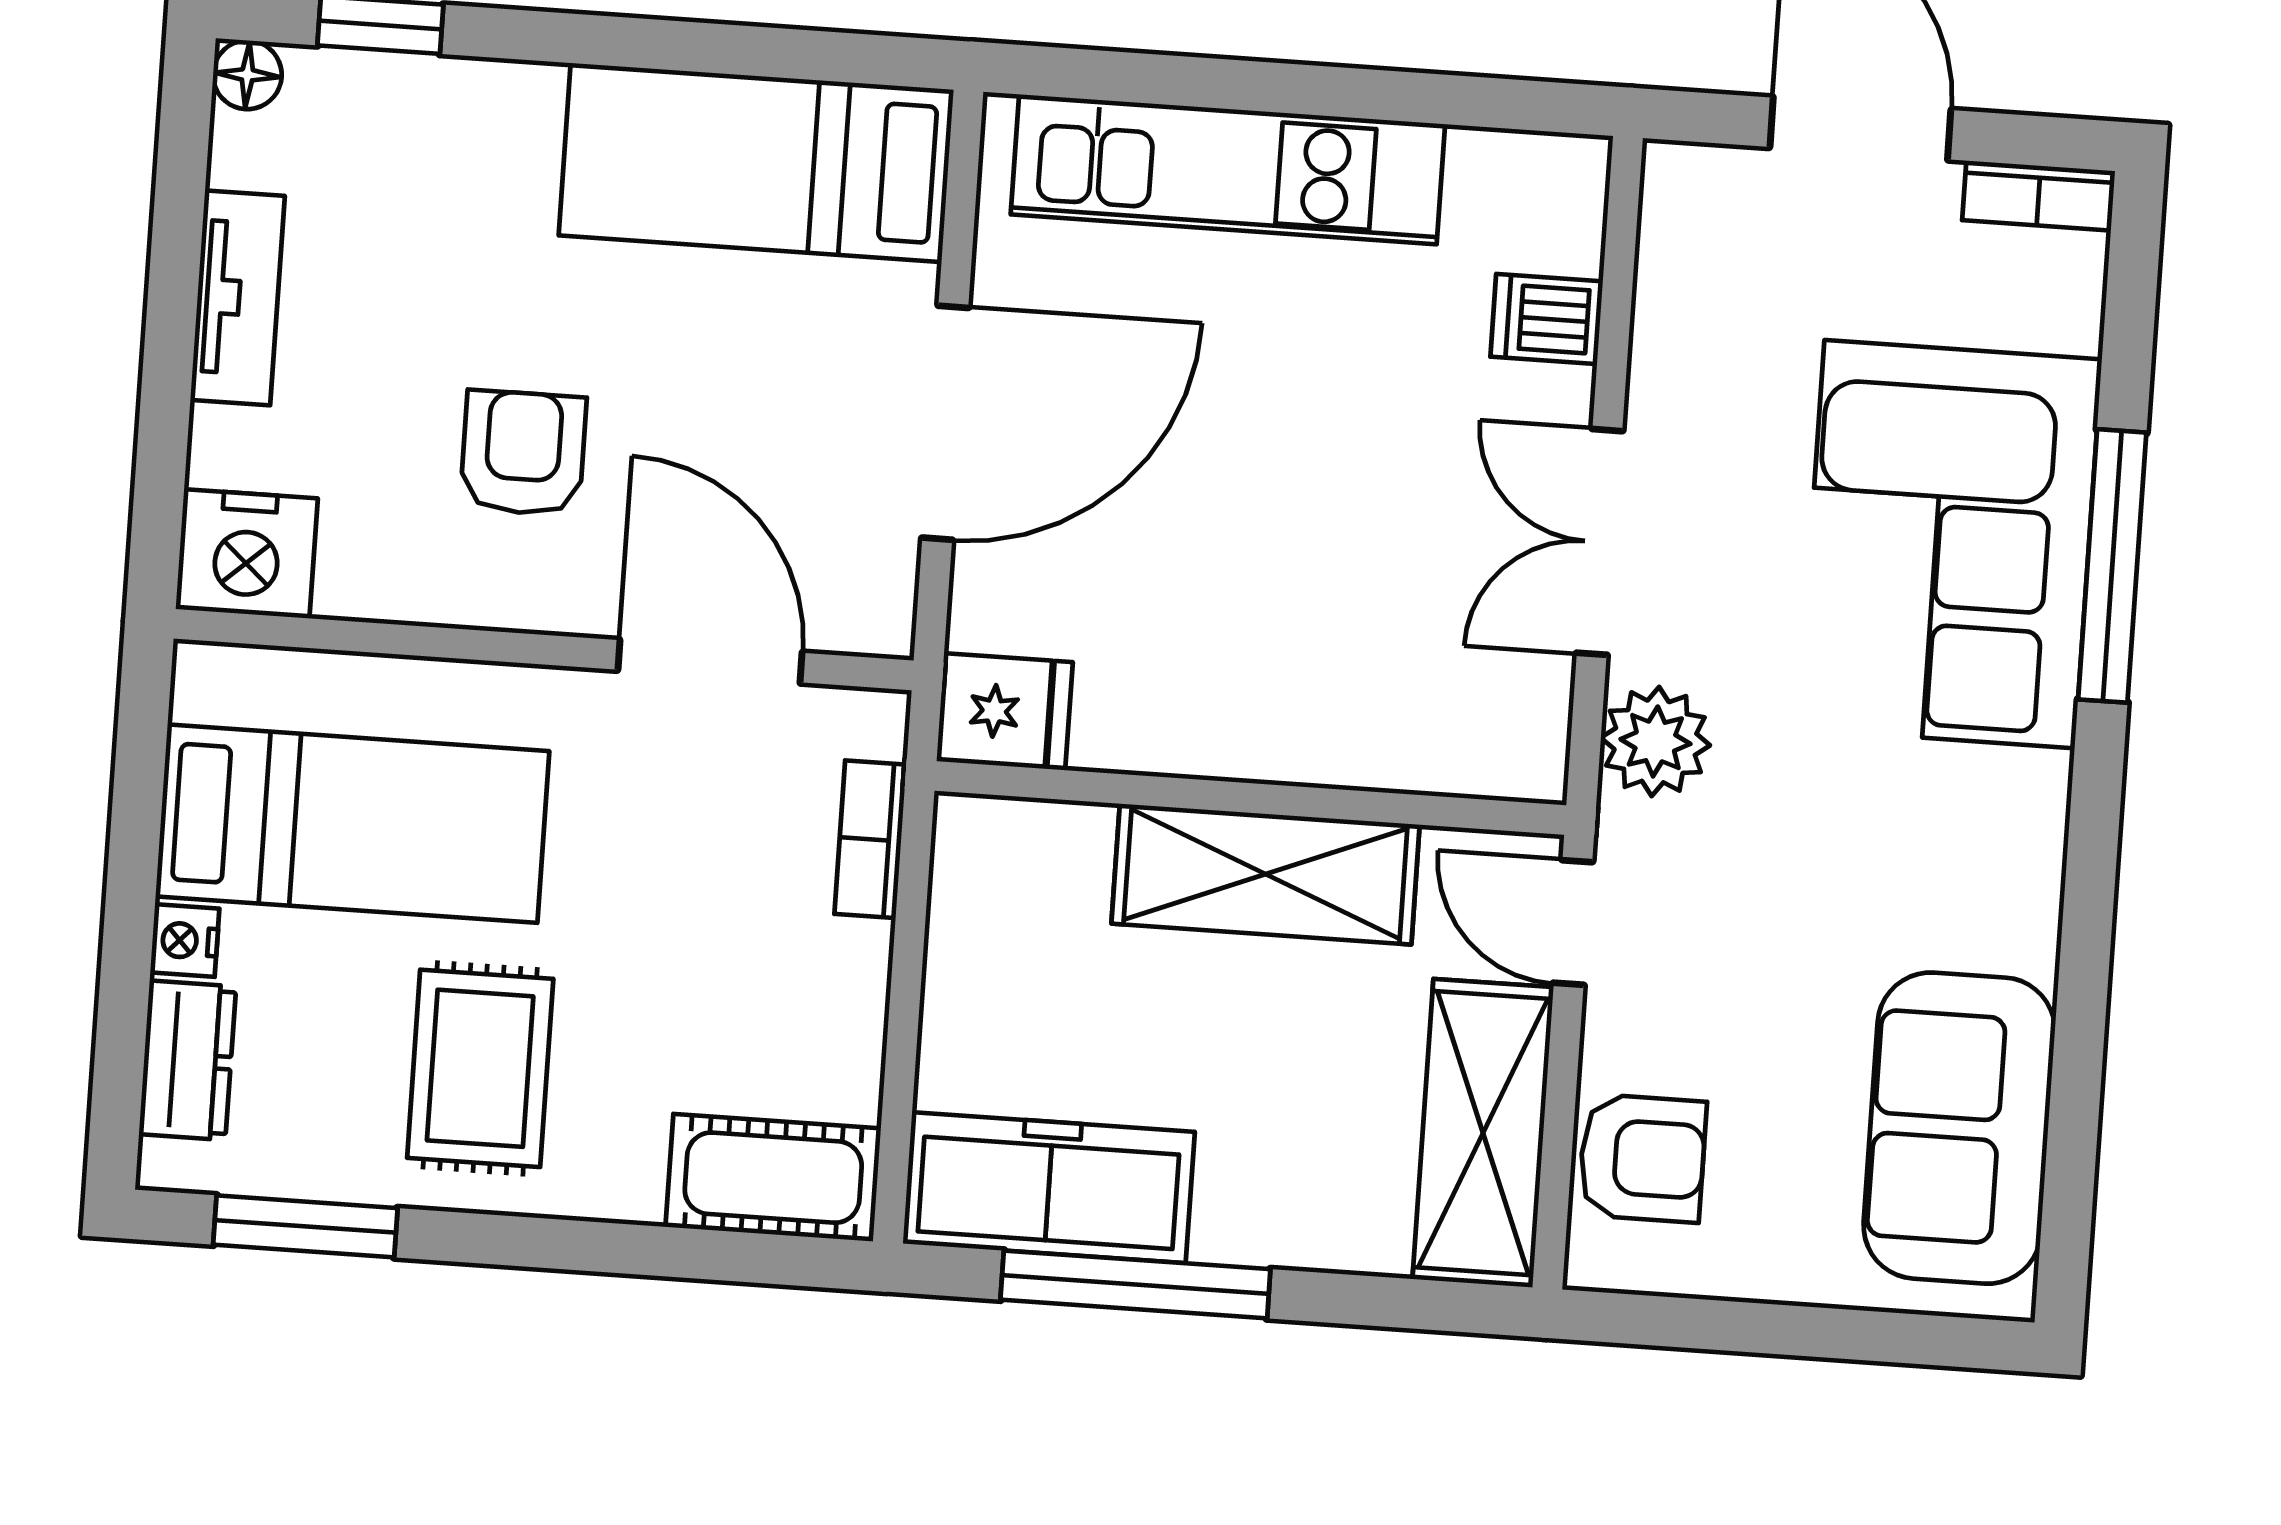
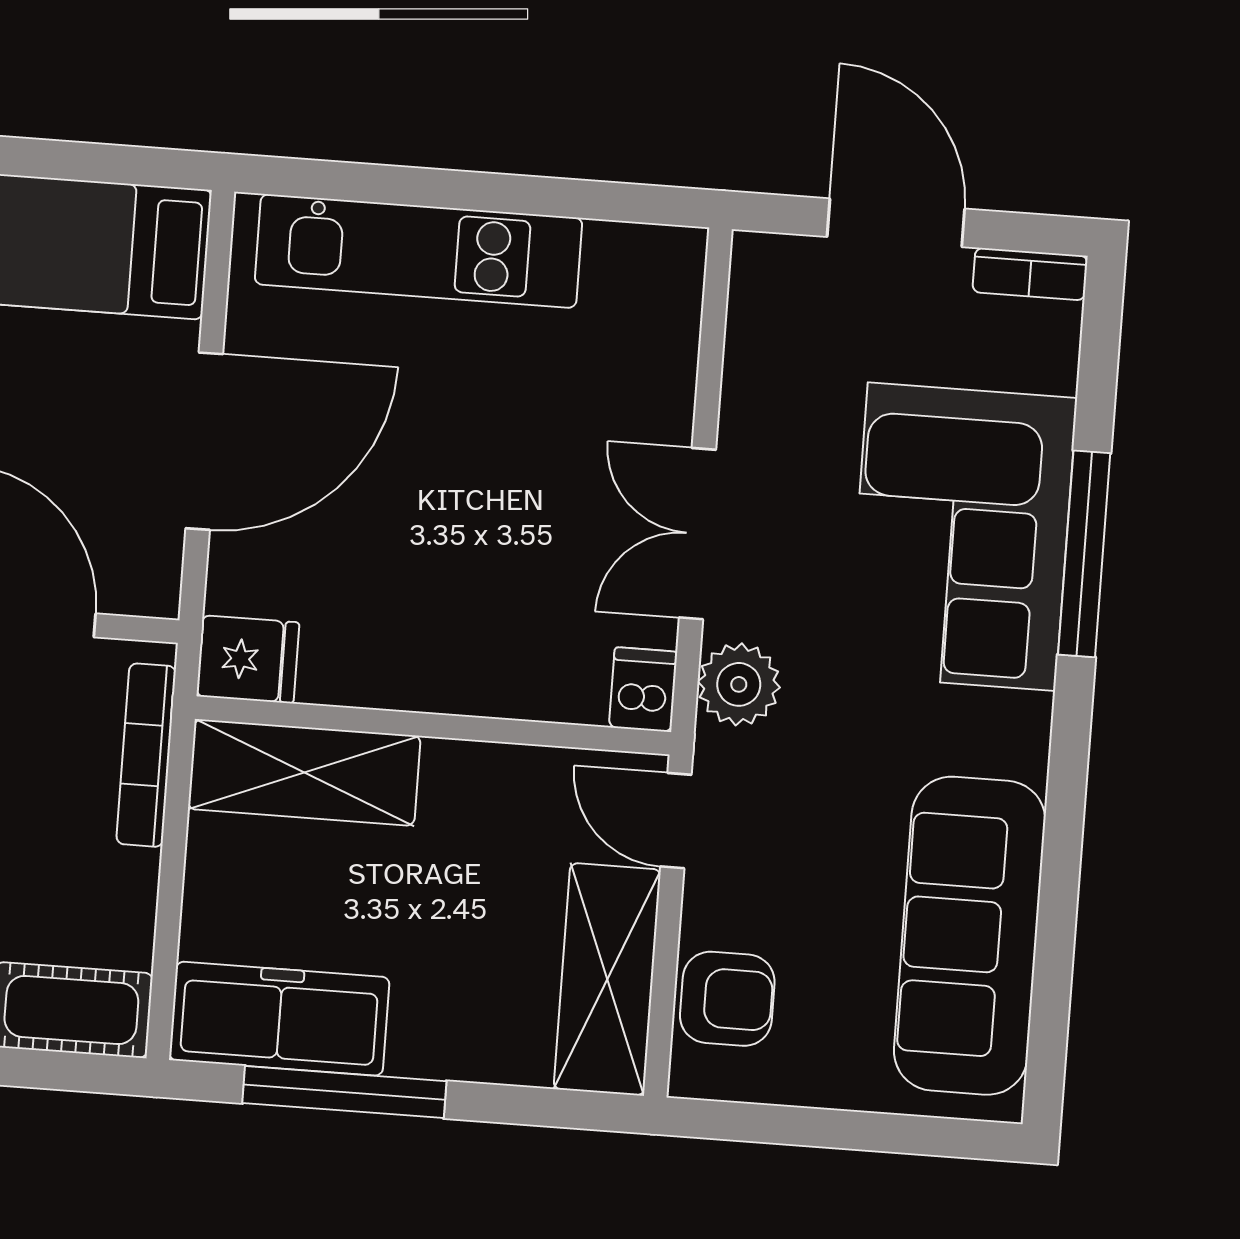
dishwasher: (1547, 319) -> (643, 690), moved, turned 90
bookcase: (870, 839) -> (146, 755), width x1.56
shelving: (1266, 874) -> (304, 772), moved
sofa: (1959, 1128) -> (970, 936), width x1.36

